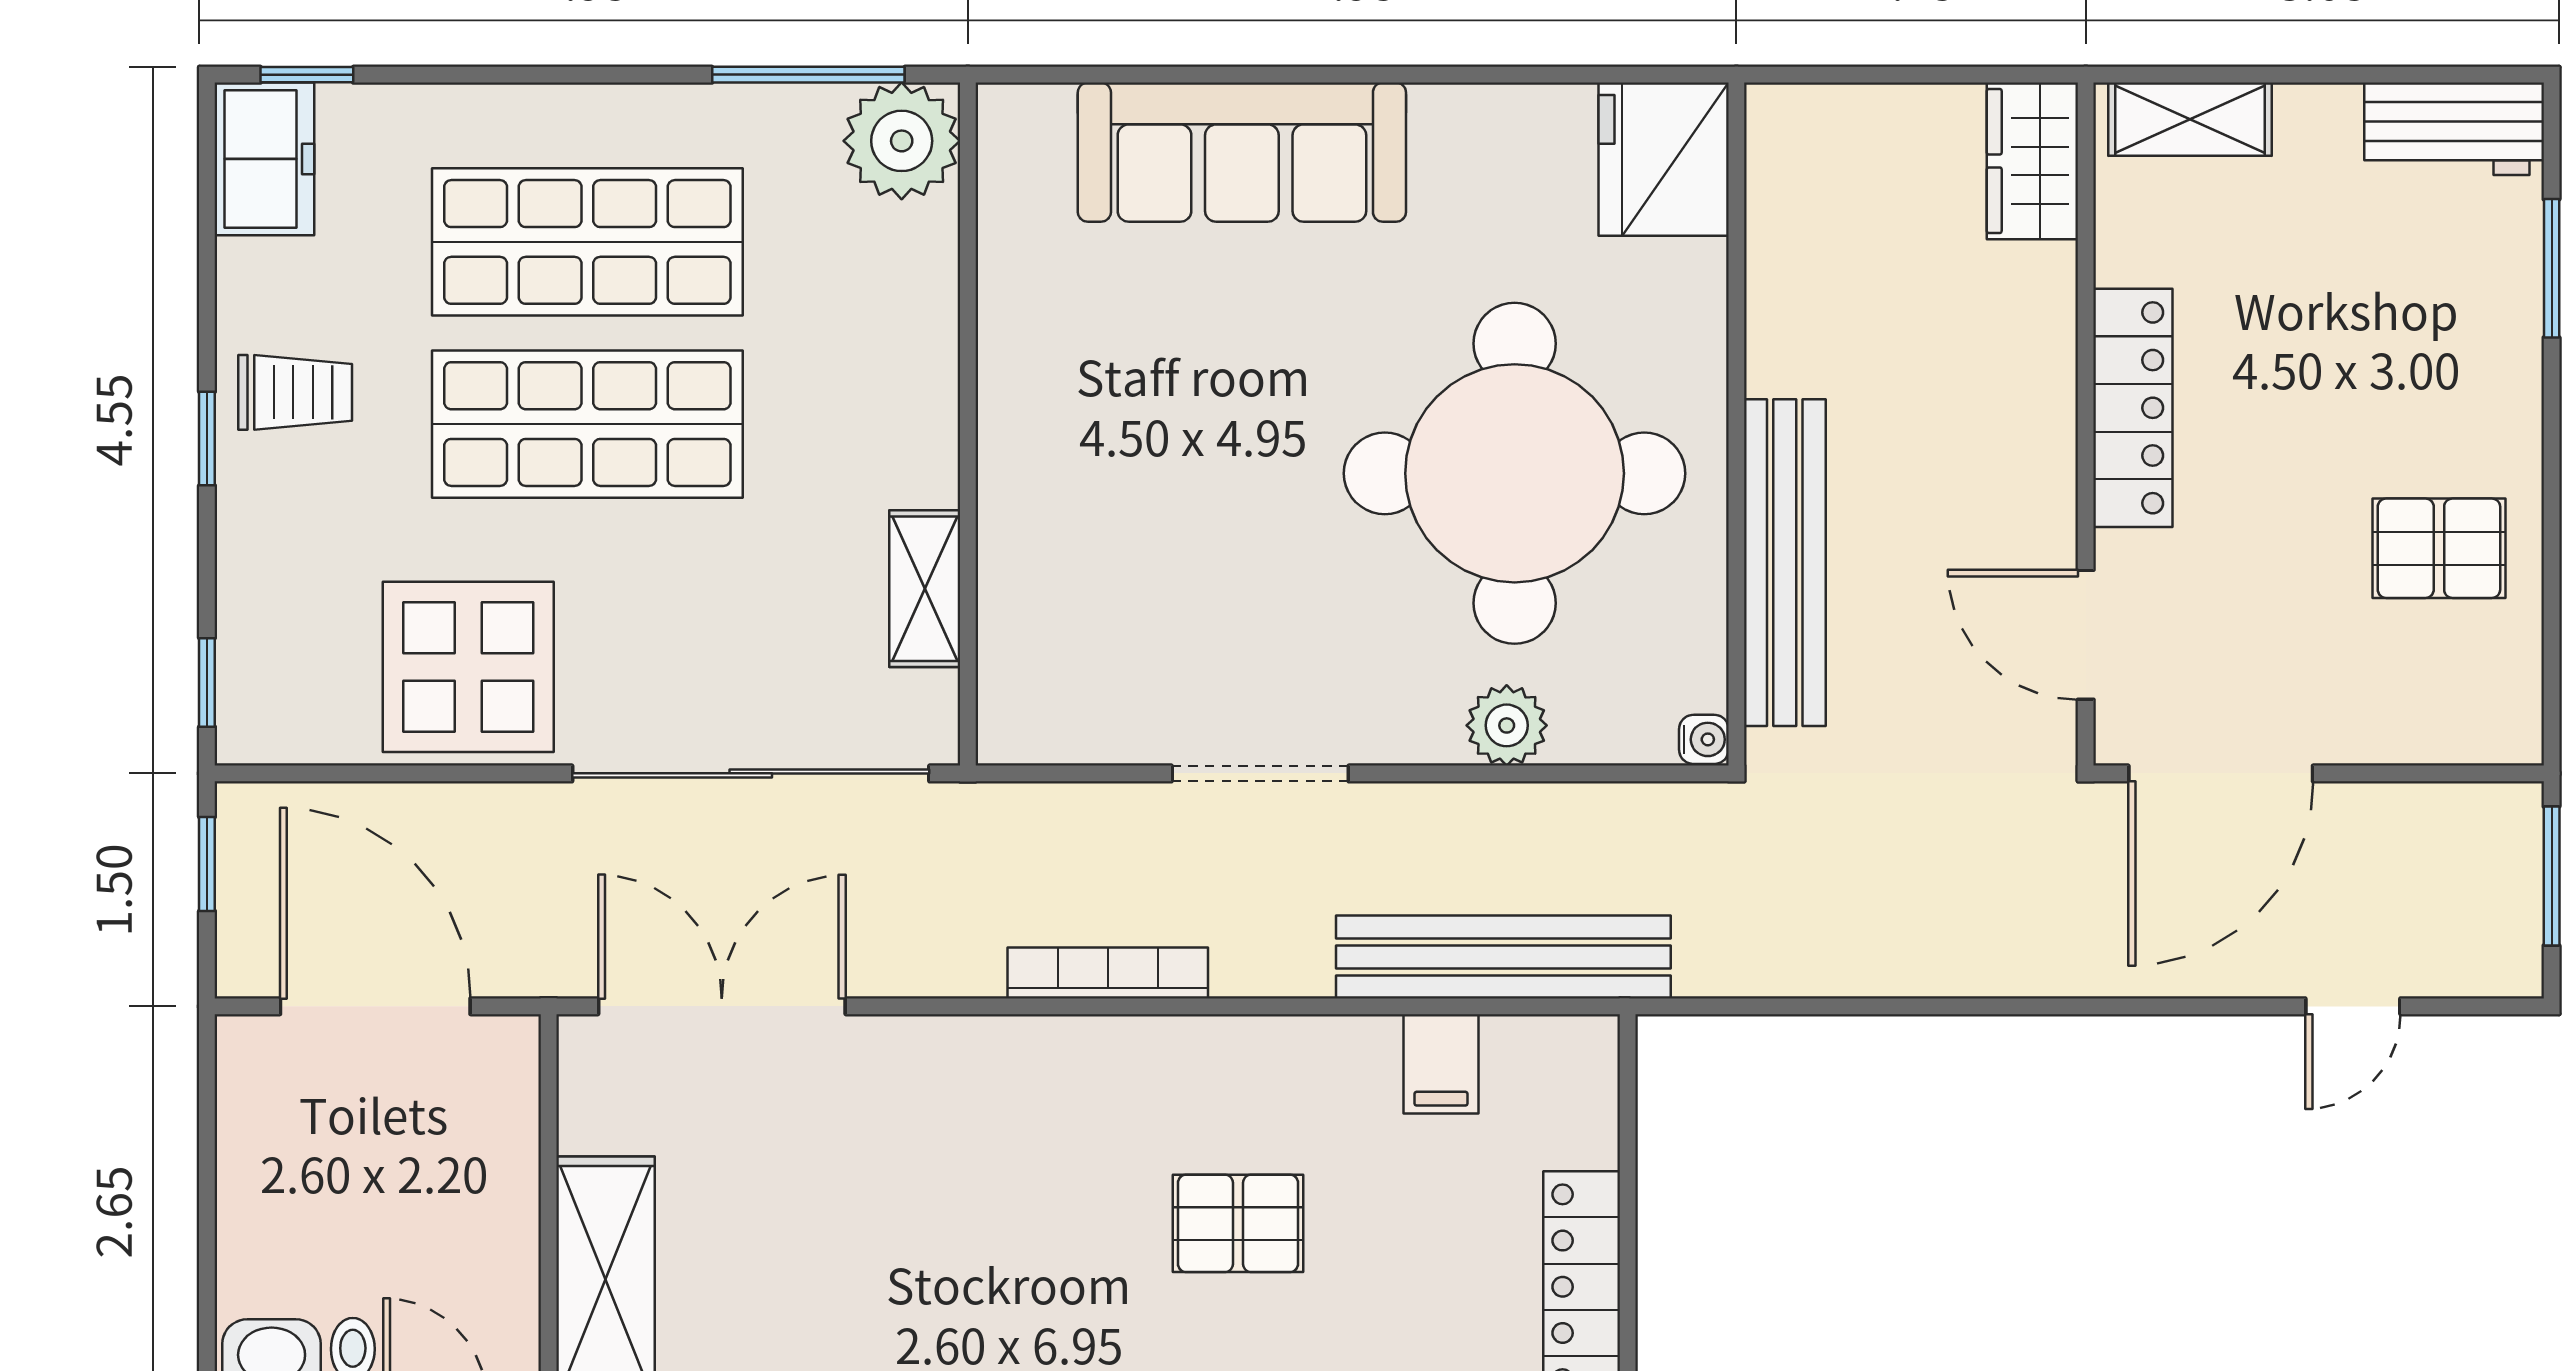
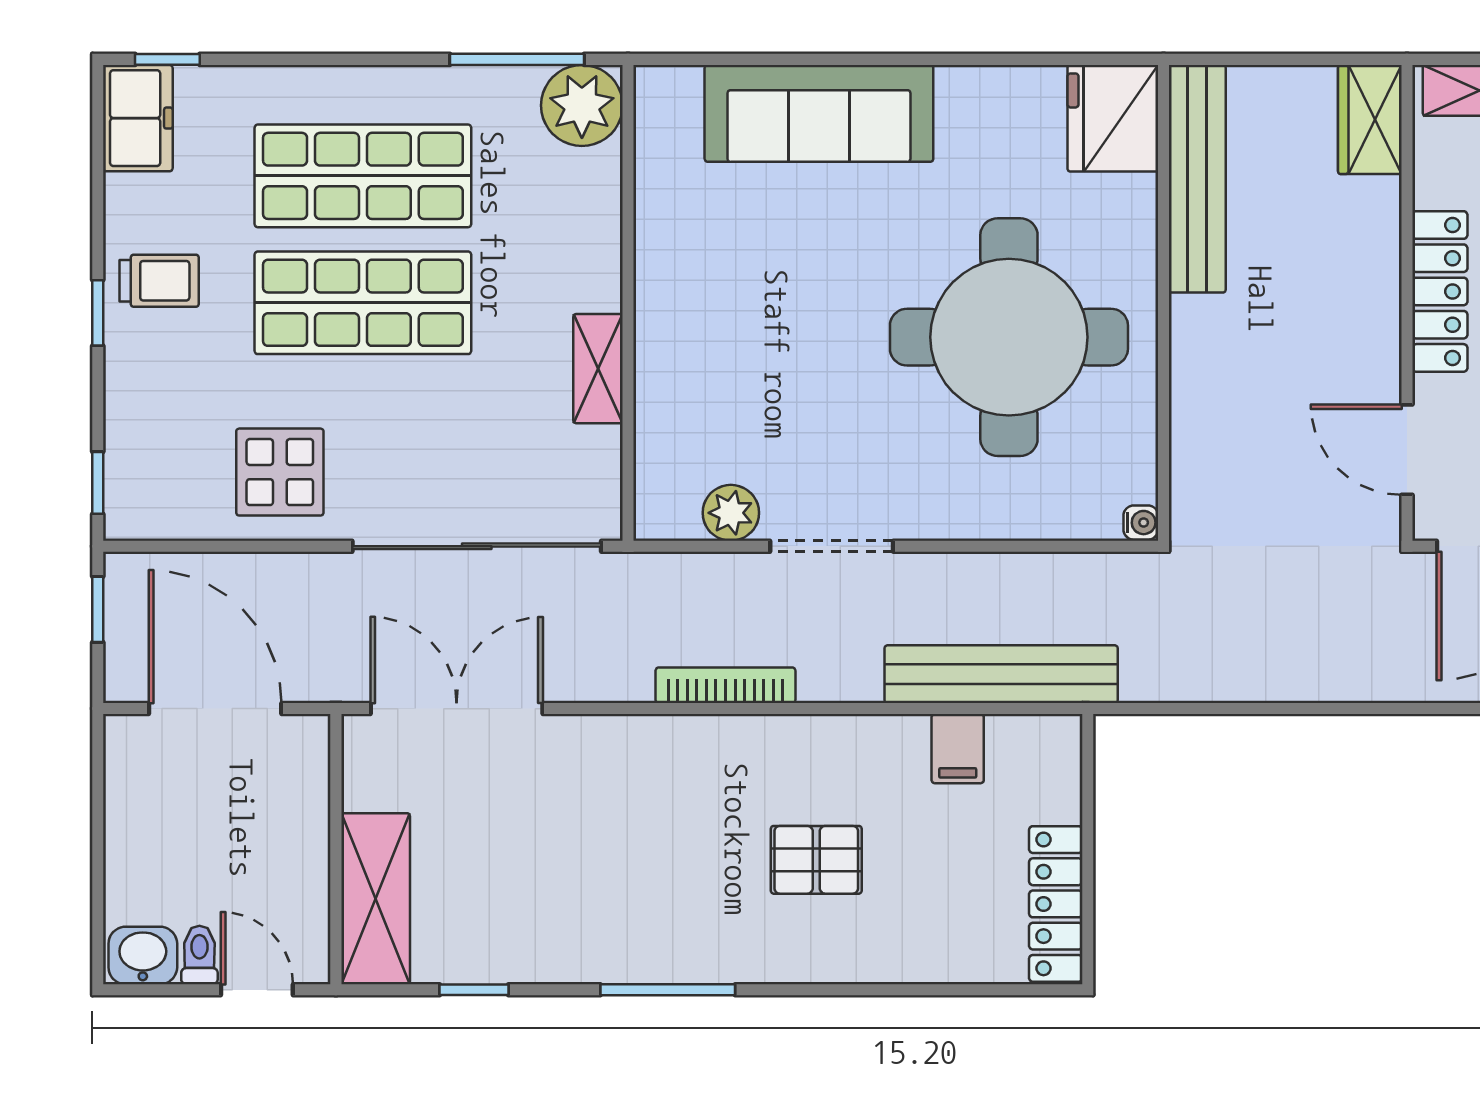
bench: (1785, 563) -> (1197, 179), moved
shelving: (925, 589) -> (598, 369), moved
display table: (468, 667) -> (280, 472), width x0.73, depth x0.73
plant: (1507, 725) -> (731, 513), moved

